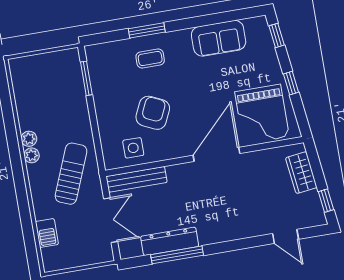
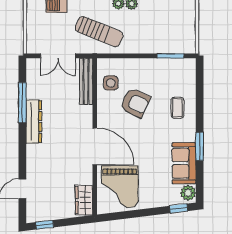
plant: (255, 27) -> (188, 193), added
window: (147, 30) -> (200, 146), moved
window: (291, 83) -> (140, 213), removed
grand piano: (262, 114) -> (120, 187), turned -90
wardrobe: (301, 173) -> (84, 200), moved, turned -83
dresser: (170, 241) -> (34, 122), moved

